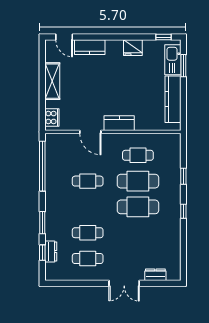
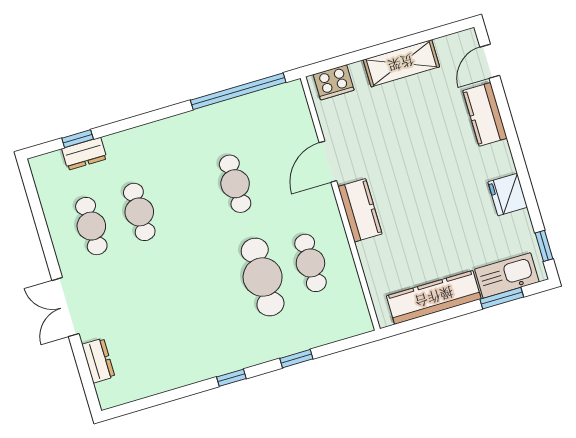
cafe table: (138, 207) -> (215, 291), removed
window: (42, 223) -> (133, 122), removed

